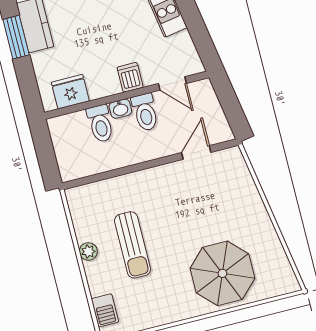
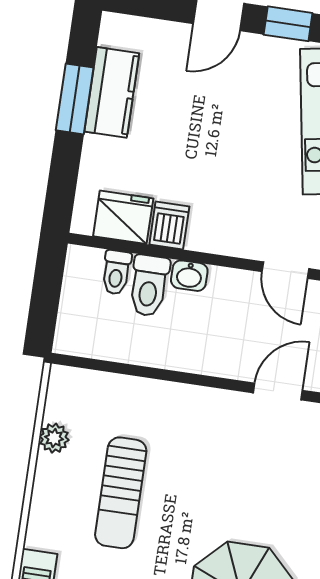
dishwasher: (130, 77) -> (169, 225), moved
toilet: (145, 112) -> (116, 272), moved, width x0.73, depth x0.72
plant: (88, 251) -> (54, 438), moved

